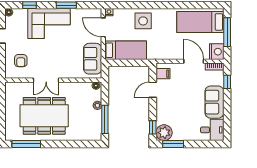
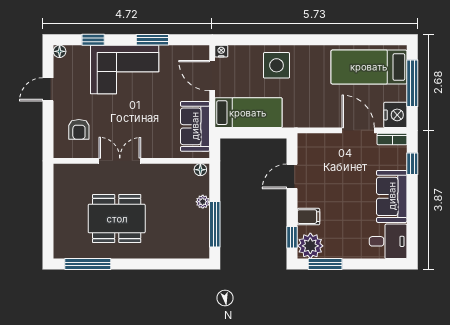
filing cabinet: (163, 74) -> (308, 217), moved
double door: (46, 80) -> (120, 161), swing flipped
dining table: (44, 116) -> (117, 219), width x0.73, depth x0.80

